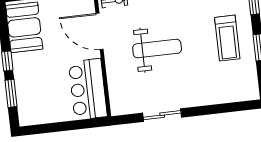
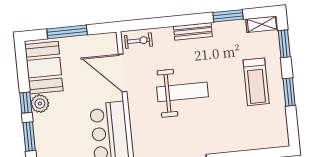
plant: (21, 62) -> (40, 104), added

